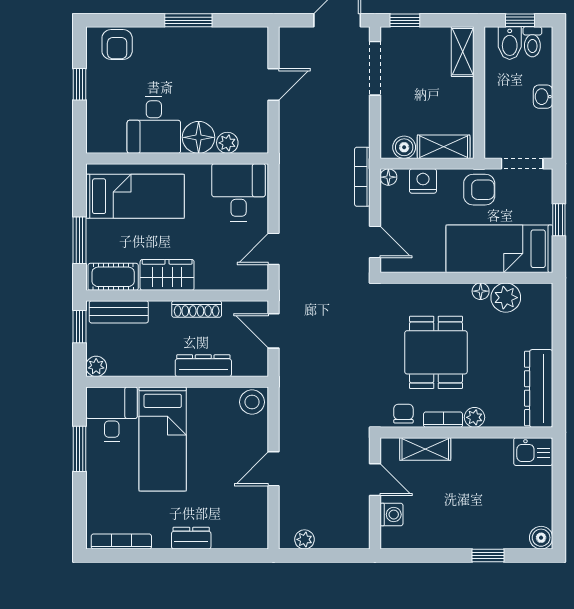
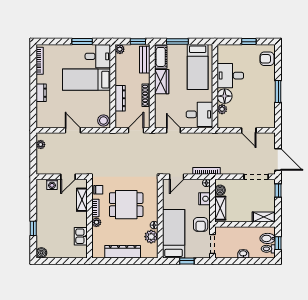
dresser: (539, 388) -> (123, 252), moved
kitchen sink: (533, 452) -> (81, 236), moved

